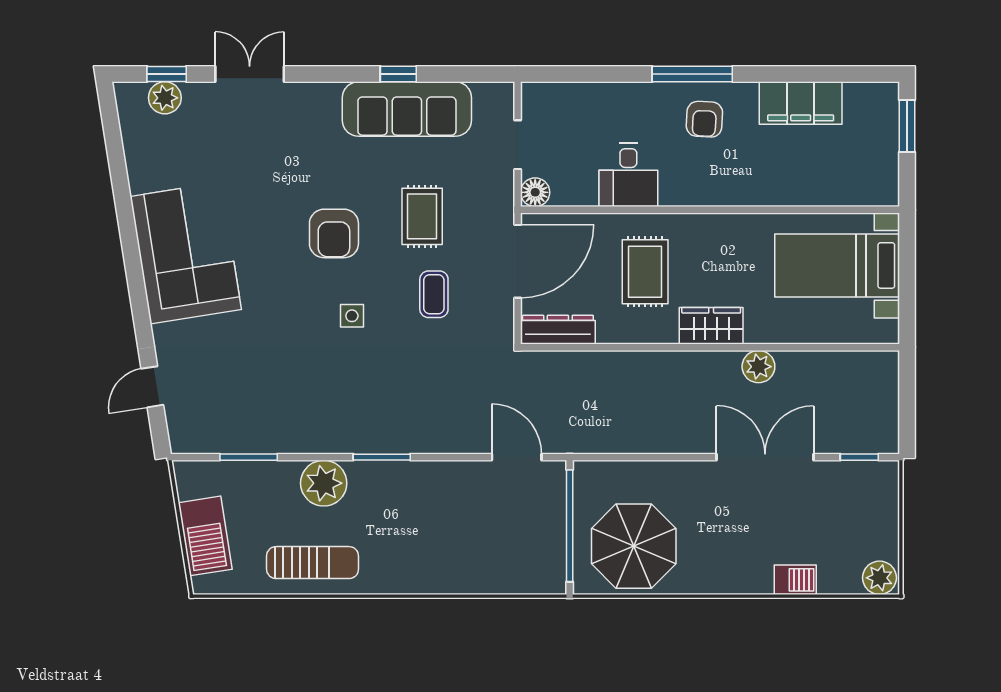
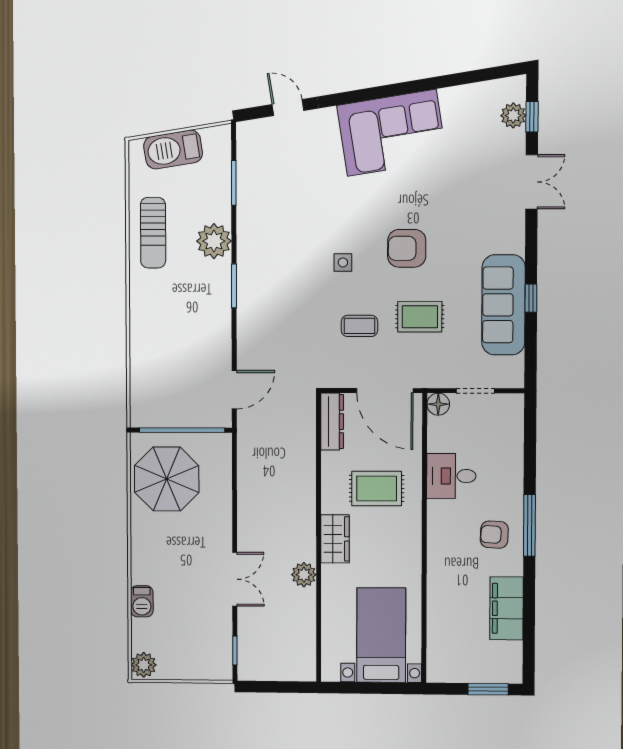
double door: (765, 457) -> (235, 579), width x0.73

